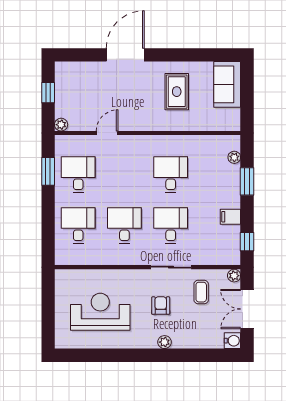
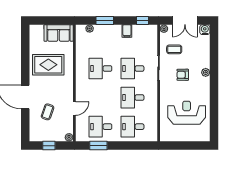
sofa: (227, 84) -> (59, 33), moved
coffee table: (102, 90) -> (48, 112), added
rug: (177, 92) -> (48, 65), width x1.36, depth x1.43
door: (107, 133) -> (74, 108), swing flipped
reception desk: (100, 312) -> (187, 113), turned 90

